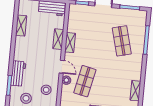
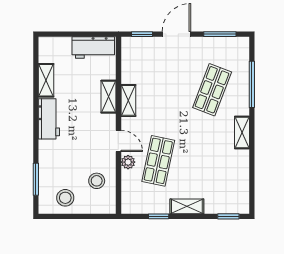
shop shelf: (122, 41) -> (212, 90), turned 36
workbench: (18, 73) -> (49, 119), moved
shelving: (135, 91) -> (242, 132), moved

